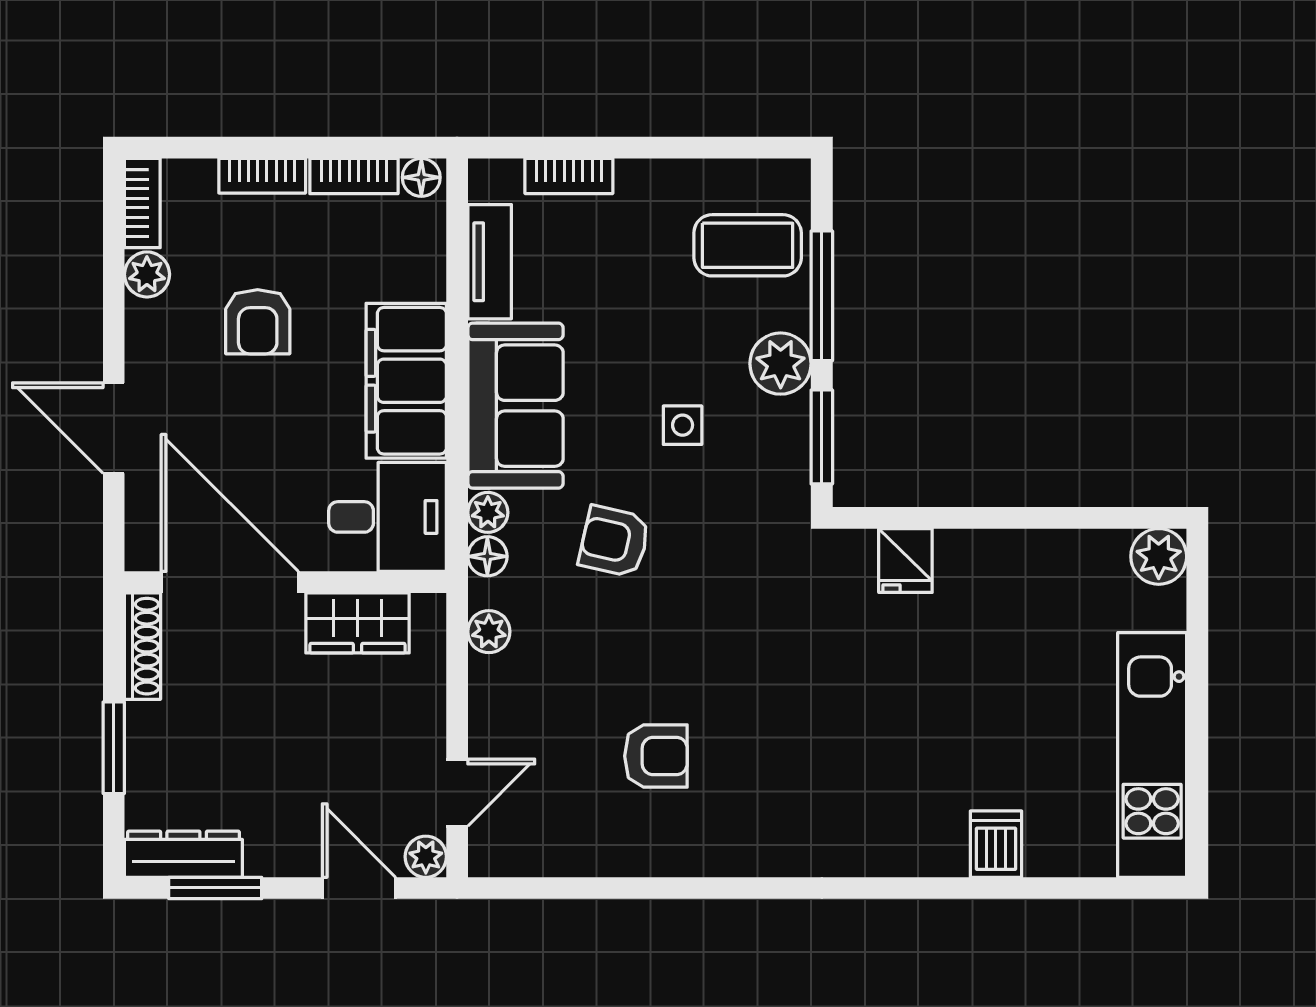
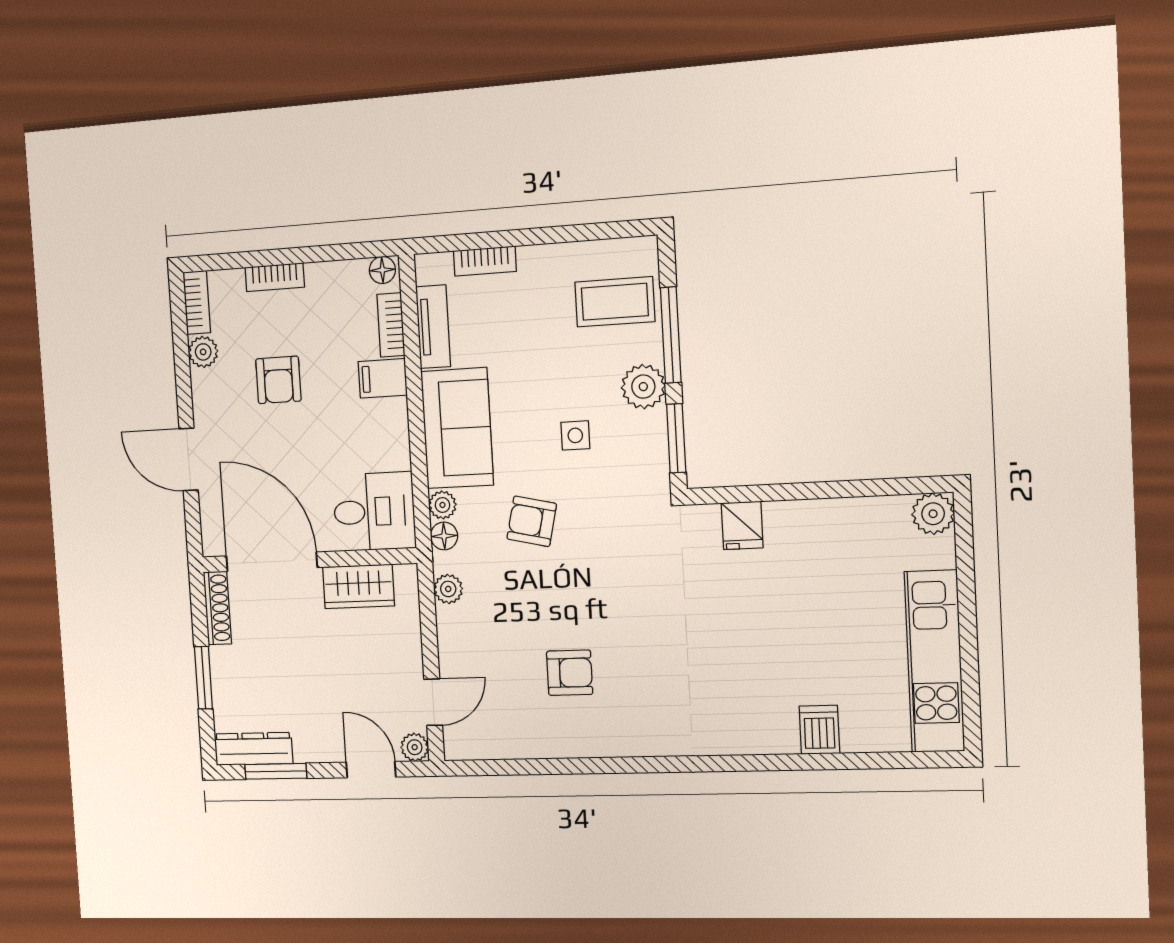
bookcase: (354, 176) -> (391, 325), moved, turned 90
filing cabinet: (406, 381) -> (383, 378), width x0.33, depth x0.86

